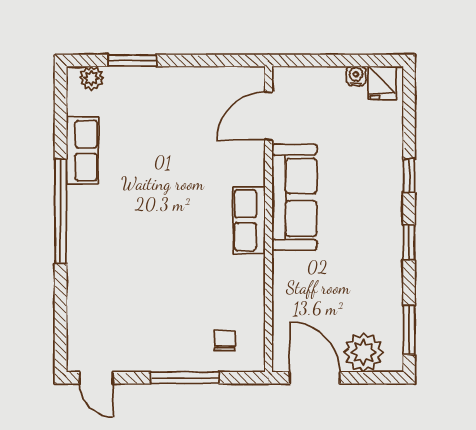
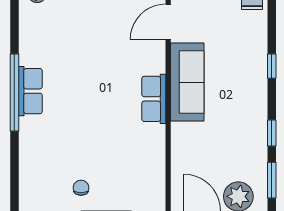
row of seats: (82, 151) -> (30, 91), moved
window: (409, 242) -> (272, 133), moved
chair: (225, 340) -> (81, 188), moved

